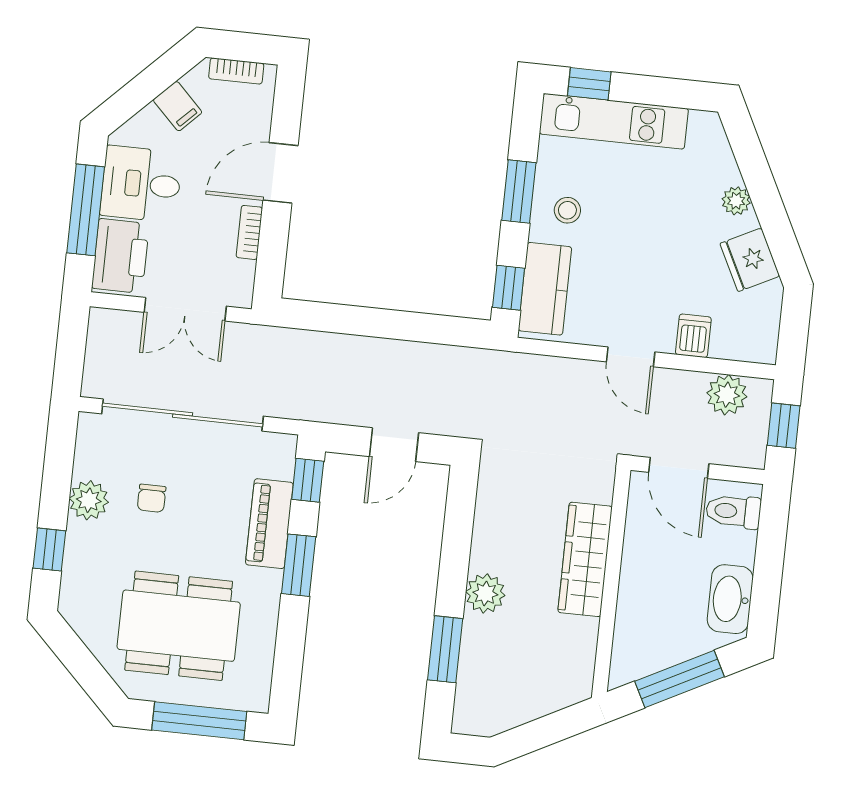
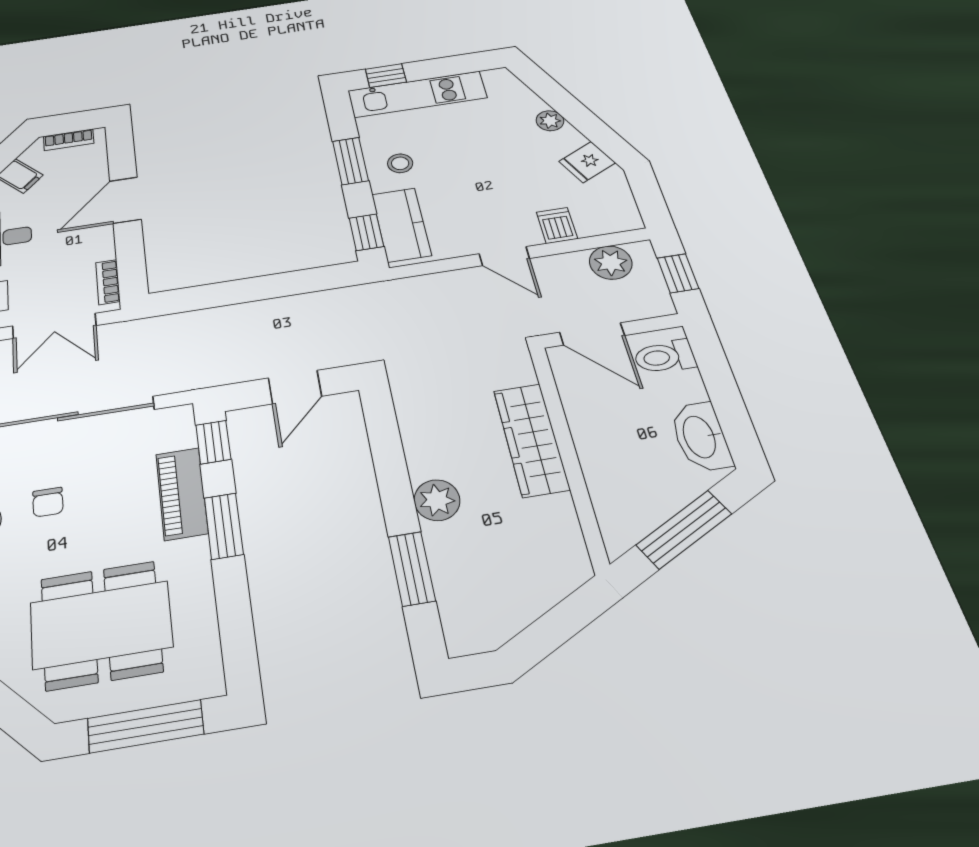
bookcase: (249, 232) -> (108, 282), moved
fridge: (750, 260) -> (587, 162), width x0.72

